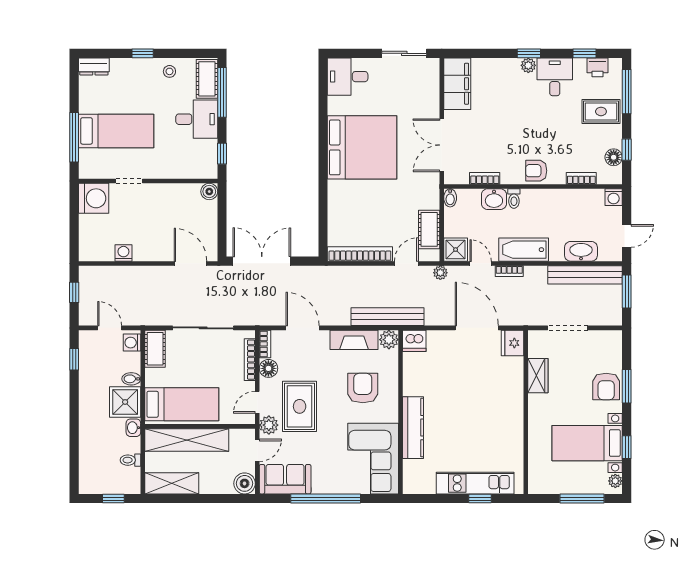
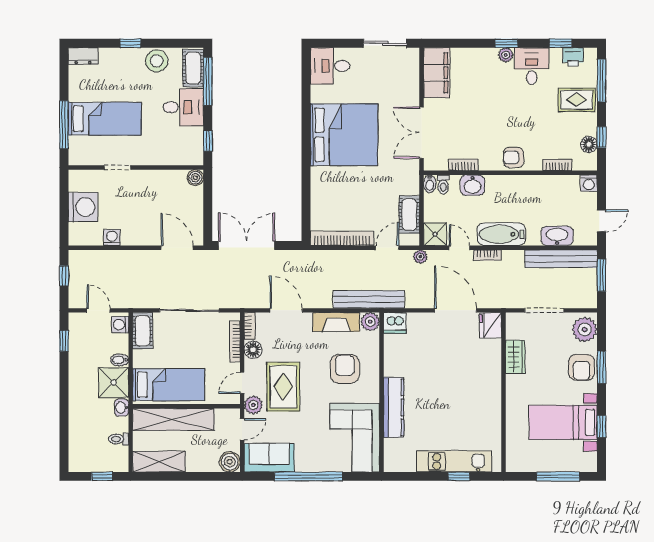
stool: (169, 71) -> (157, 61), width x1.89, depth x1.89
washing machine: (94, 198) -> (83, 207), moved
toilet: (514, 198) -> (443, 184), moved
plant: (615, 481) -> (585, 330), moved, width x1.88, depth x1.88

